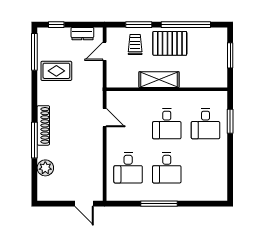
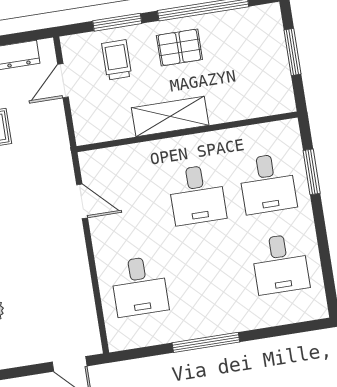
pallet: (170, 43) -> (179, 47), width x0.67, depth x0.71
desk: (167, 168) -> (280, 264), moved

